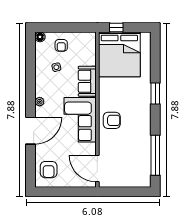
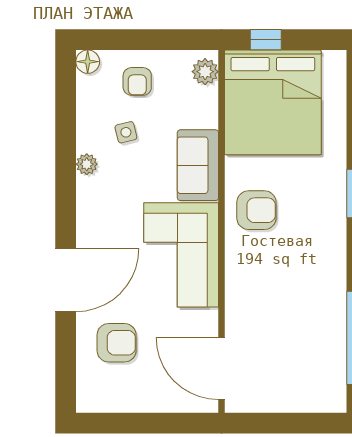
plant: (90, 41) -> (205, 72), added
plant: (40, 102) -> (87, 164), moved
armchair: (112, 120) -> (256, 210), moved
armchair: (49, 170) -> (117, 343), moved, turned -90

